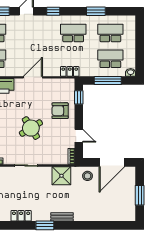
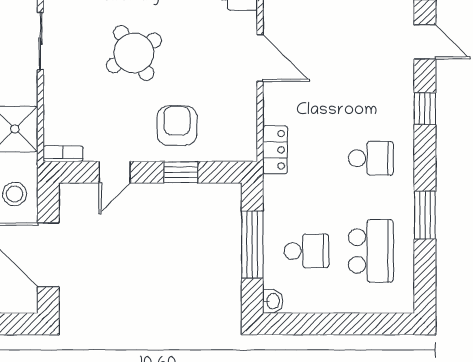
school desk: (73, 33) -> (371, 158), width x0.54
school desk: (110, 59) -> (306, 251), width x0.54
window: (79, 97) -> (181, 172), moved

